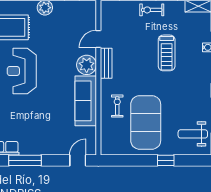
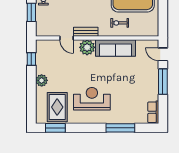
reception desk: (22, 71) -> (92, 99), turned 180
window: (25, 160) -> (163, 82), moved

